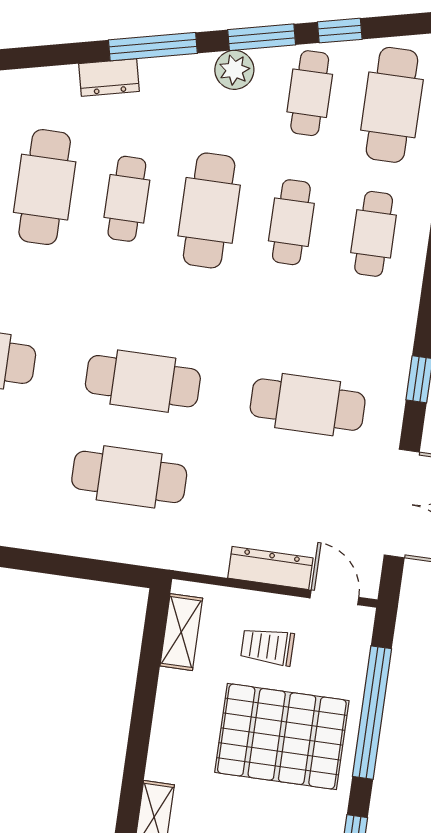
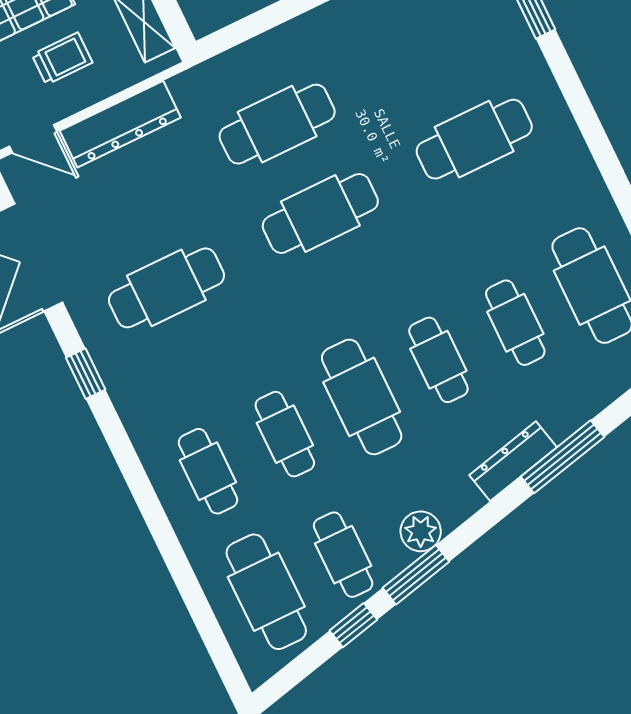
window: (153, 47) -> (562, 457), moved
dresser: (109, 77) -> (513, 461), width x1.44
cafe table: (45, 187) -> (515, 323), width x0.73, depth x0.74
dresser: (270, 568) -> (120, 124), width x1.37, depth x1.24

